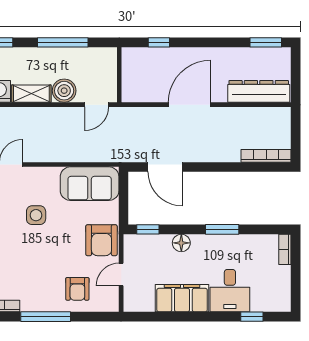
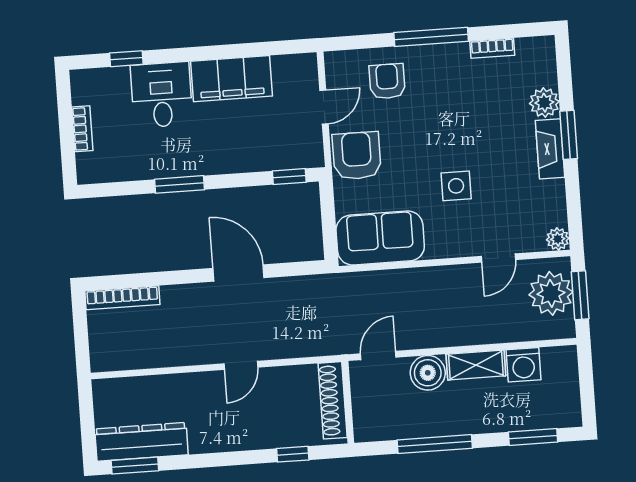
shoe rack: (129, 77) -> (333, 400), added
dresser: (259, 91) -> (141, 442), moved, turned 180
door: (190, 105) -> (241, 365), width x0.53
door: (165, 167) -> (239, 273), moved
floor lamp: (181, 243) -> (238, 160), removed
bookcase: (285, 249) -> (82, 129), moved

